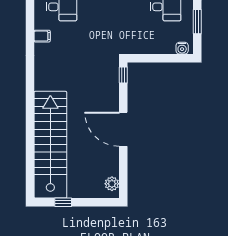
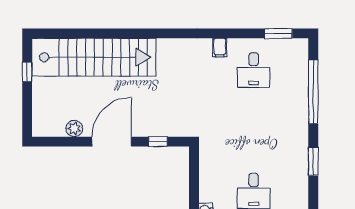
window: (123, 75) -> (158, 142), moved
plant: (112, 184) -> (74, 129), moved

